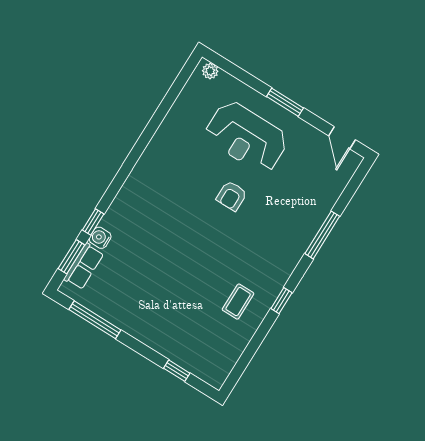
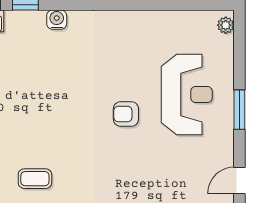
reception desk: (246, 137) -> (187, 95), turned 180
water cooler: (100, 238) -> (57, 20), moved

